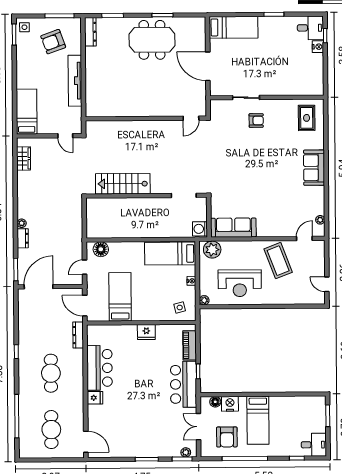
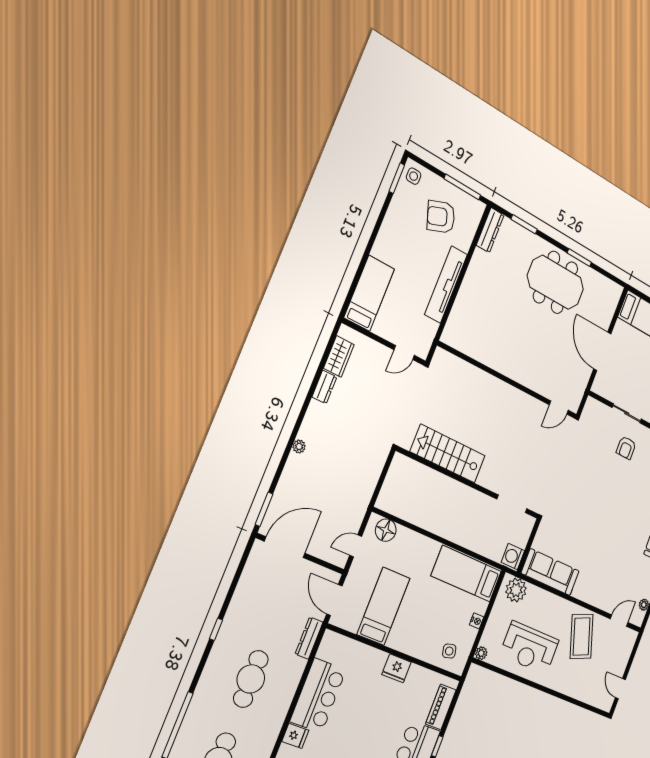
armchair: (256, 120) -> (626, 448), turned 90
door: (65, 136) -> (404, 352), hinge flipped
dresser: (23, 238) -> (324, 387), moved

